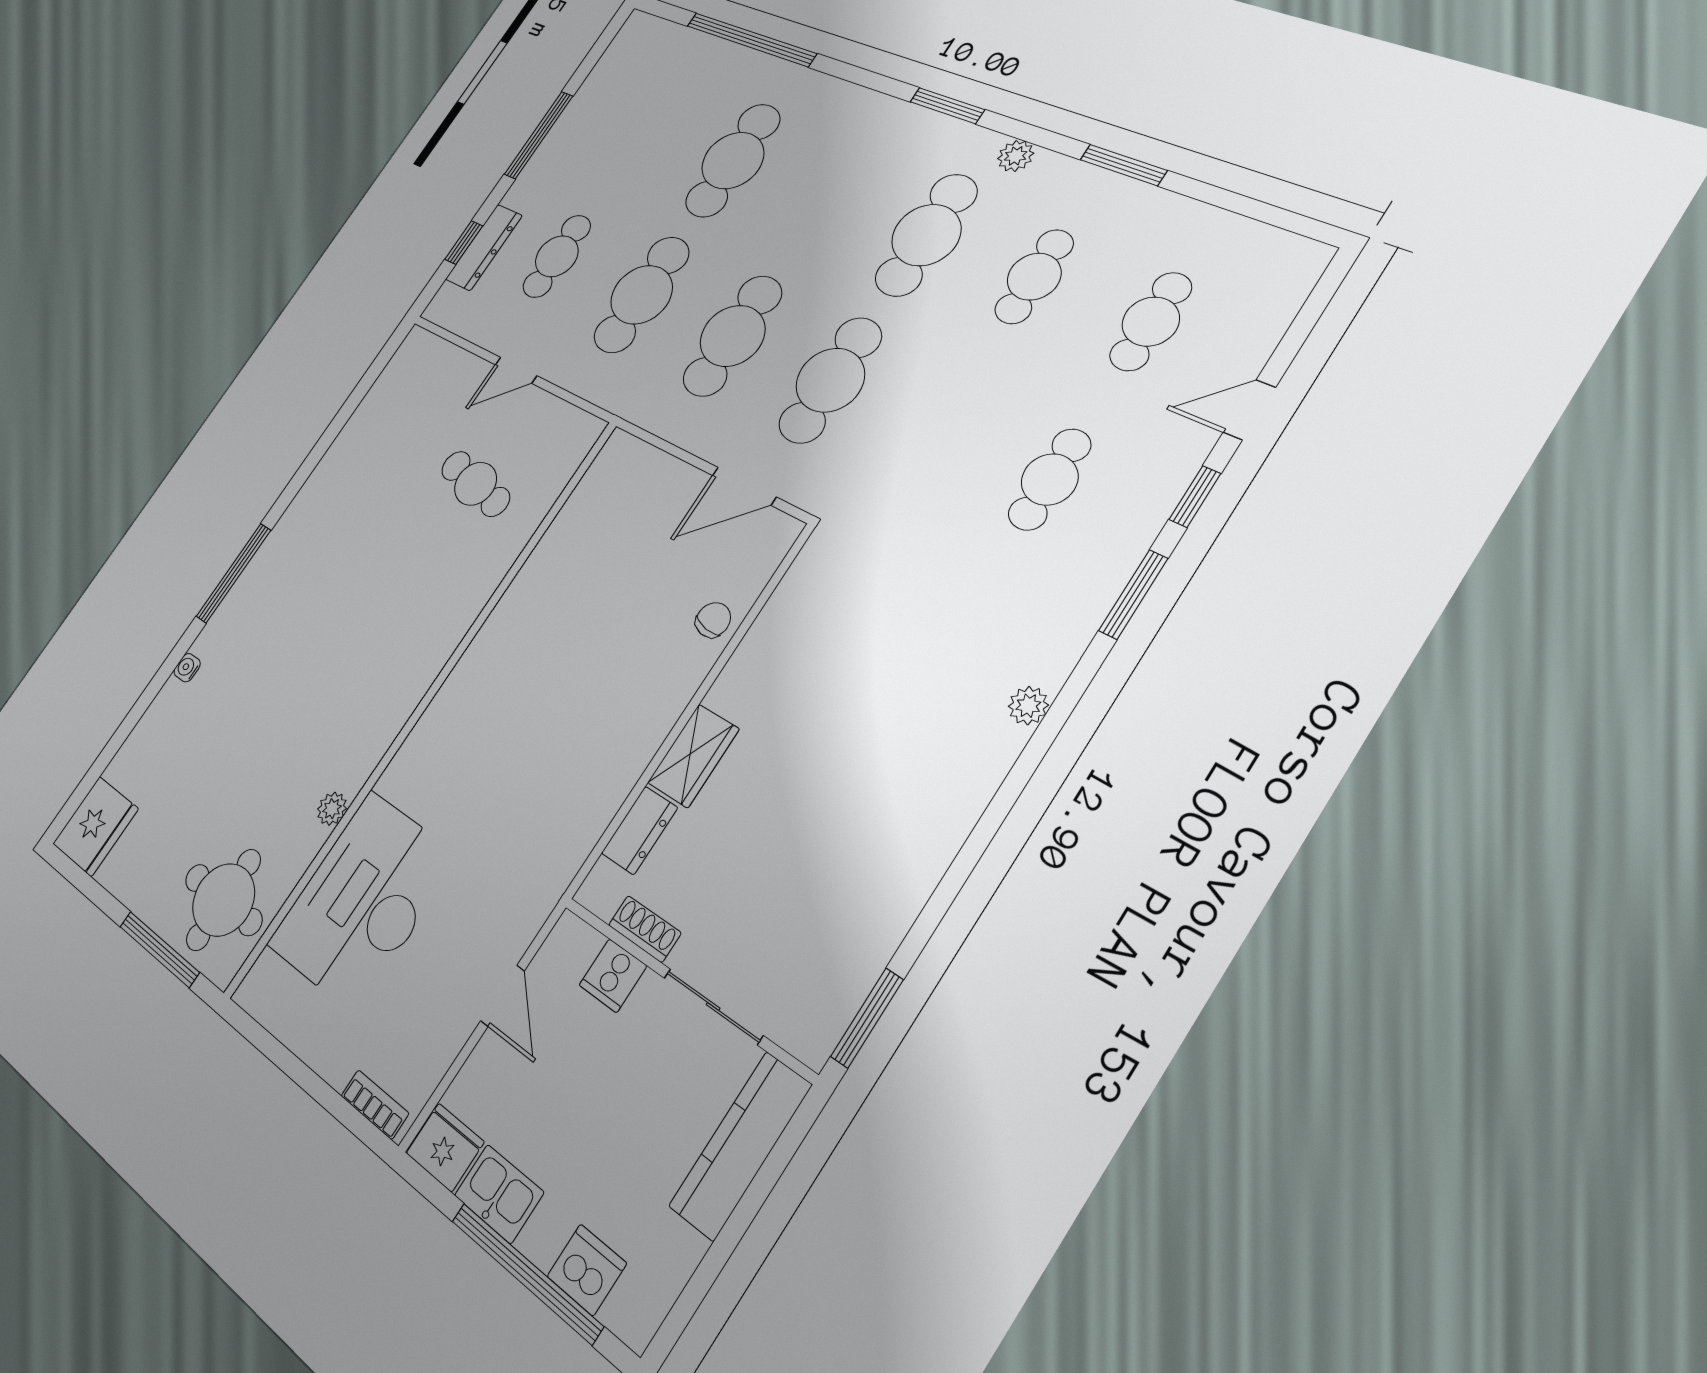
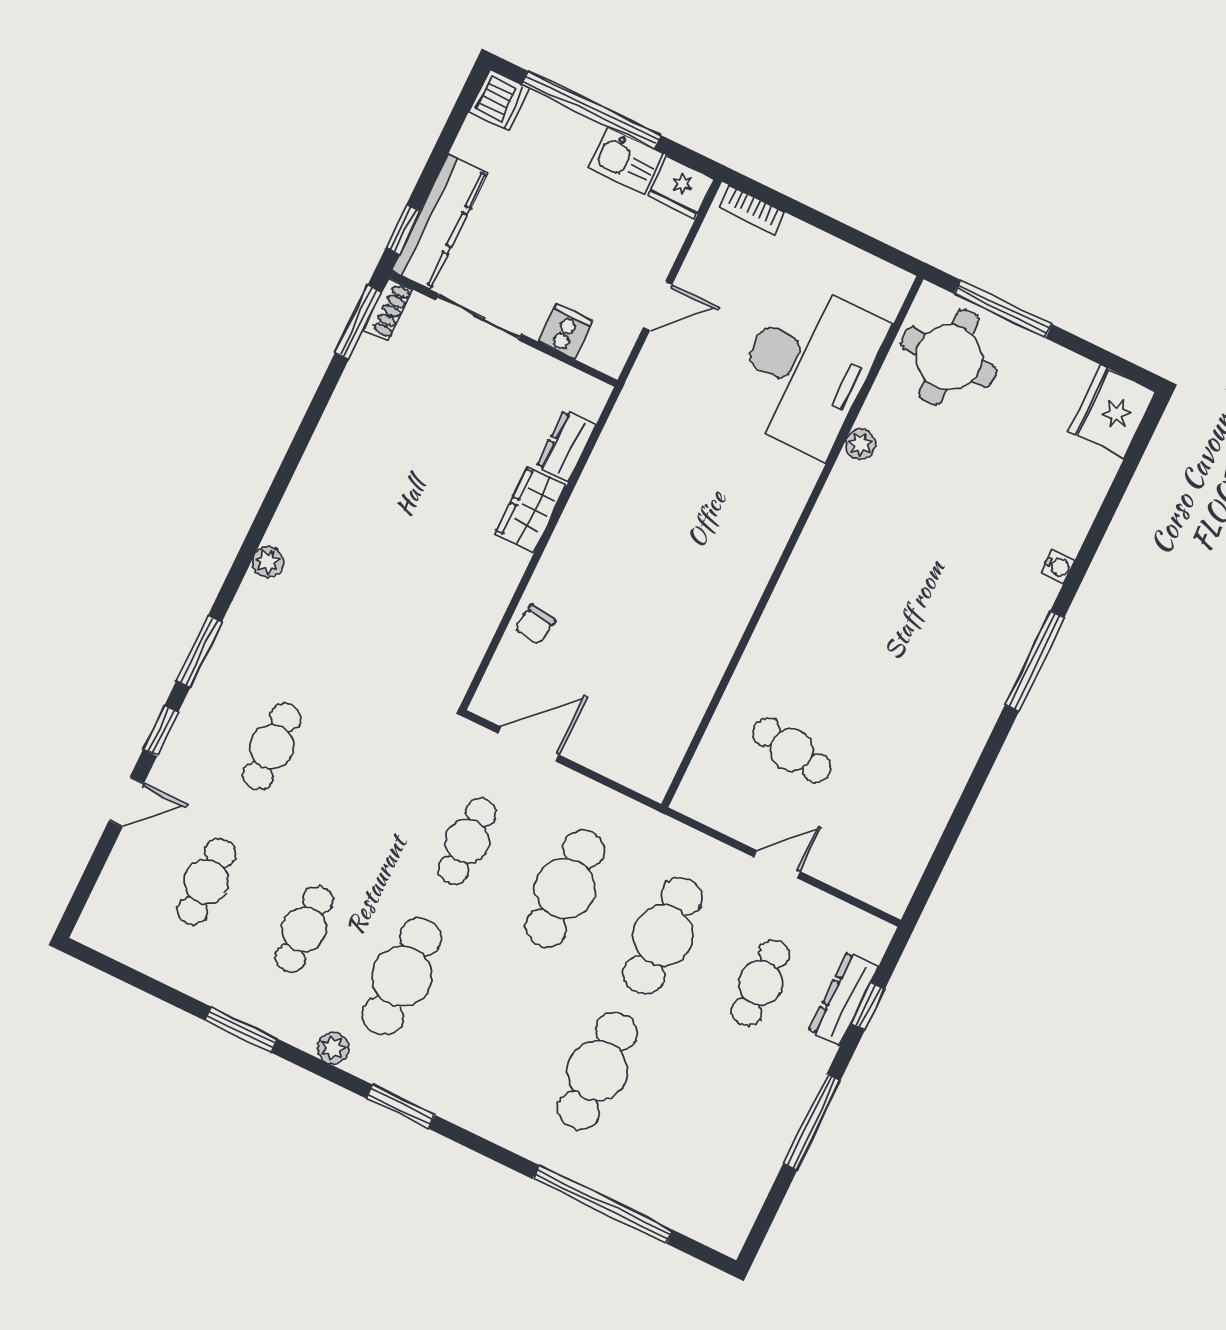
cafe table: (830, 380) -> (467, 841), width x0.73, depth x0.74
shoe rack: (645, 929) -> (388, 309), moved, turned -90
door: (503, 996) -> (658, 306), swing flipped
window: (789, 1142) -> (403, 229), added
dishwasher: (587, 1270) -> (499, 100), moved, turned -90

